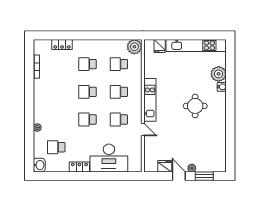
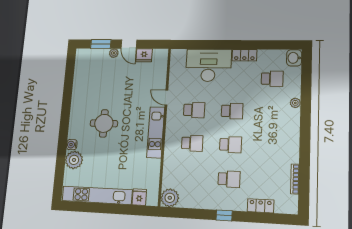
window: (90, 35) -> (224, 215), added
school desk: (119, 64) -> (190, 177), removed

